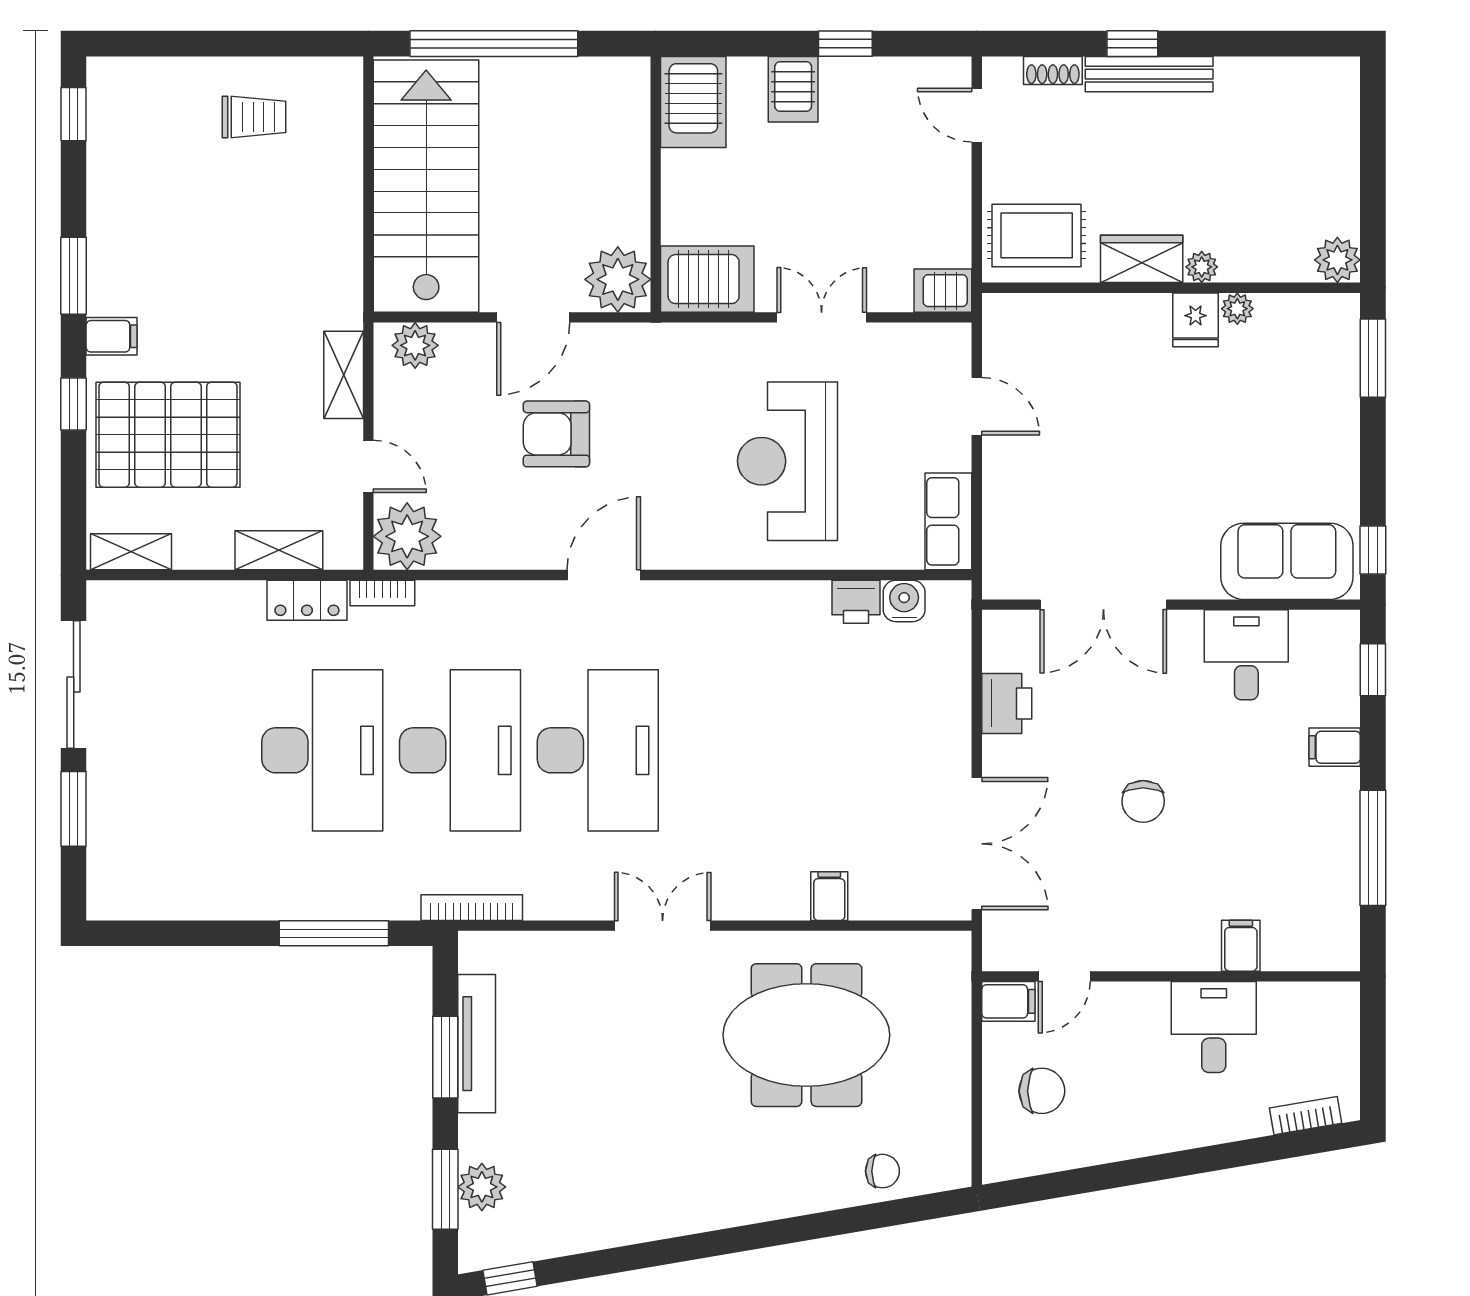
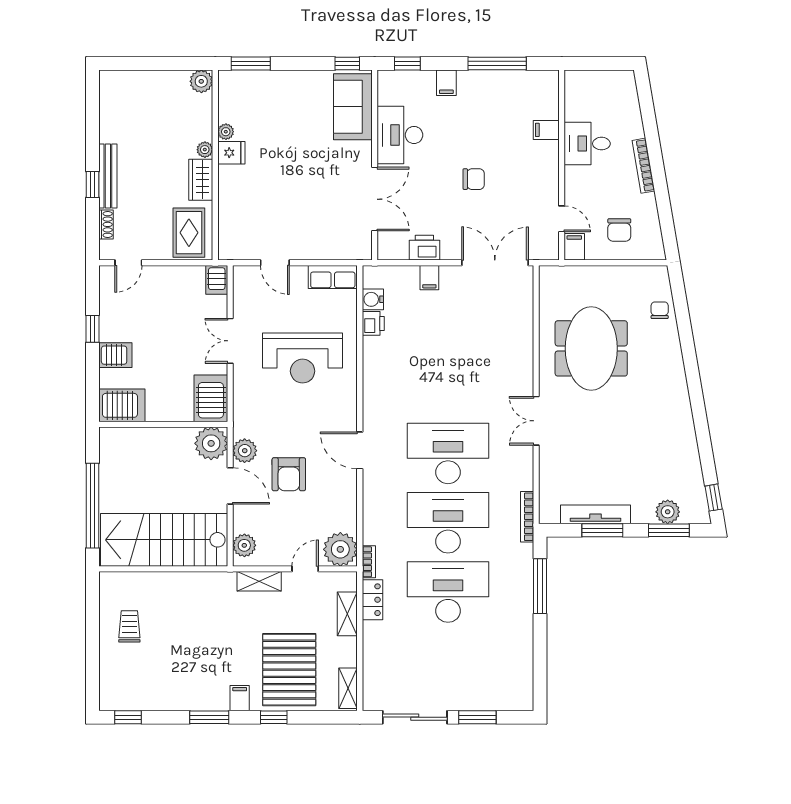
plant: (603, 346) -> (245, 451), added
door: (977, 406) -> (275, 263), swing flipped
desk: (1246, 655) -> (400, 135), width x1.37
filing cabinet: (829, 896) -> (429, 278), moved, turned -90
chair: (1042, 1091) -> (619, 230), turned 180
bookcase: (1306, 1116) -> (643, 166), moved, width x1.56

